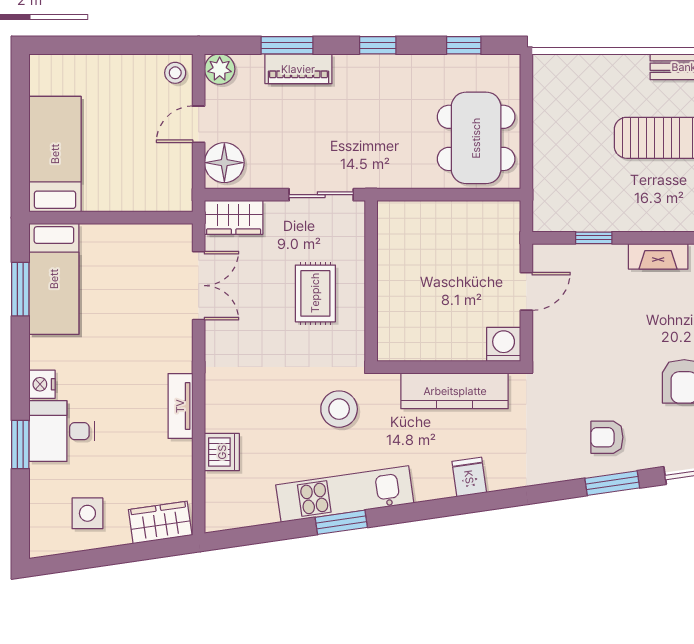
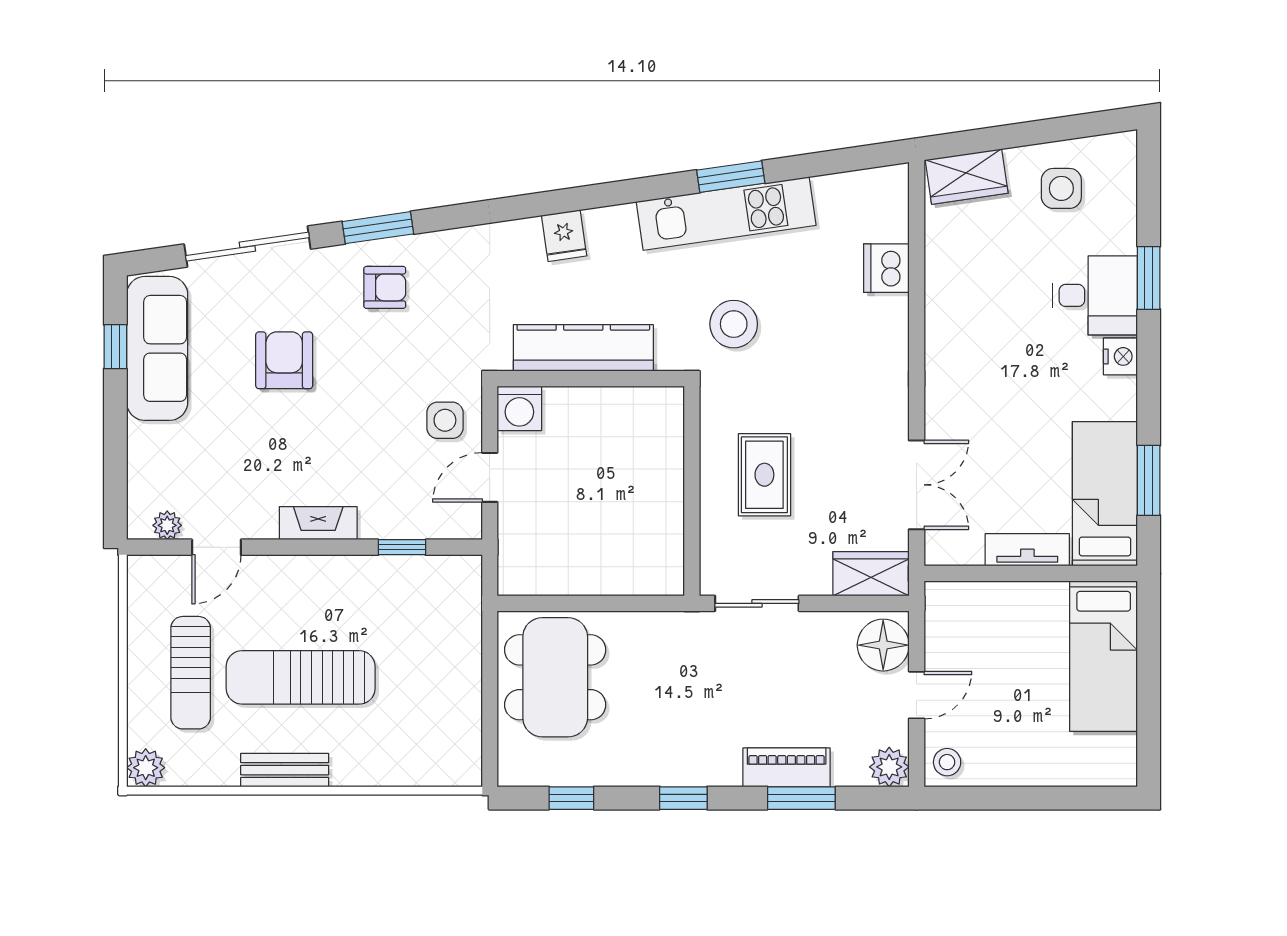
double door: (199, 286) -> (917, 485), swing flipped
side table: (561, 335) -> (445, 420), added
tv unit: (180, 406) -> (1027, 550), moved, turned -90

